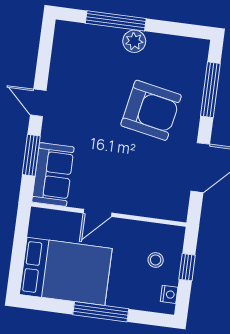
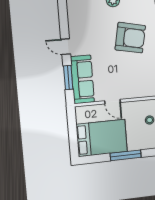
sofa: (53, 174) -> (82, 79), width x1.36
door: (98, 213) -> (113, 102), hinge flipped

